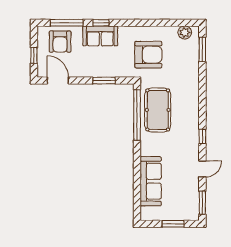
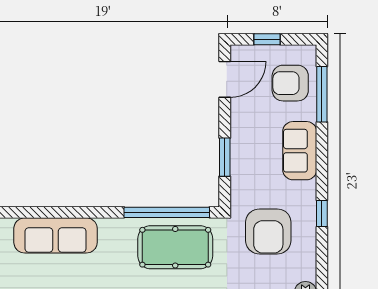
window: (101, 23) -> (322, 213), moved

